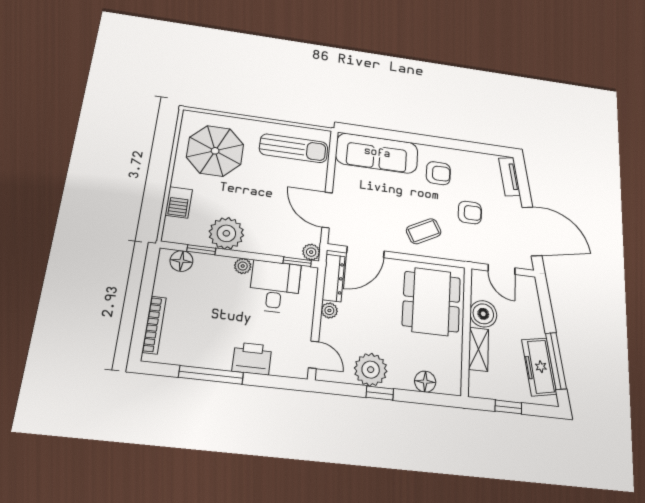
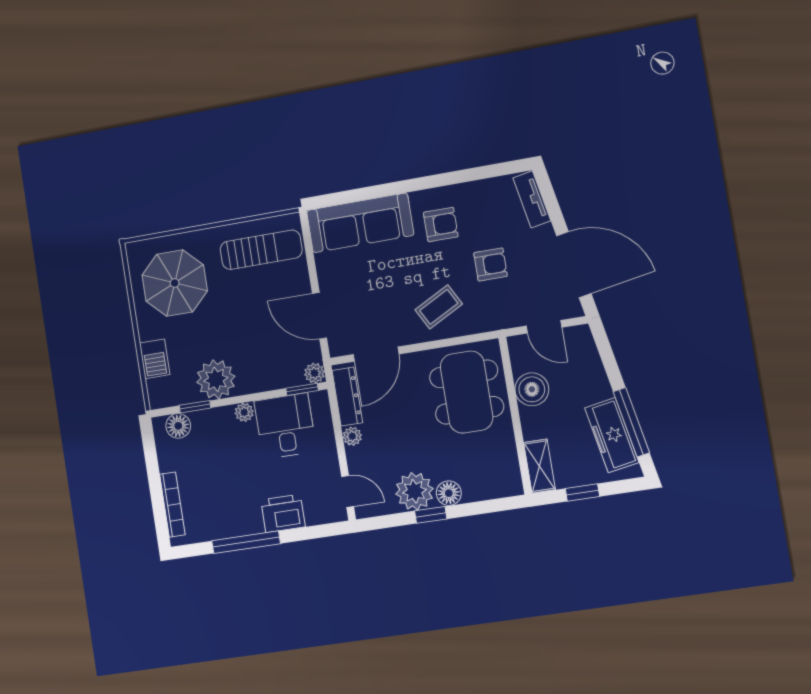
shelving: (478, 349) -> (539, 466), moved
floor lamp: (425, 382) -> (449, 493), moved

